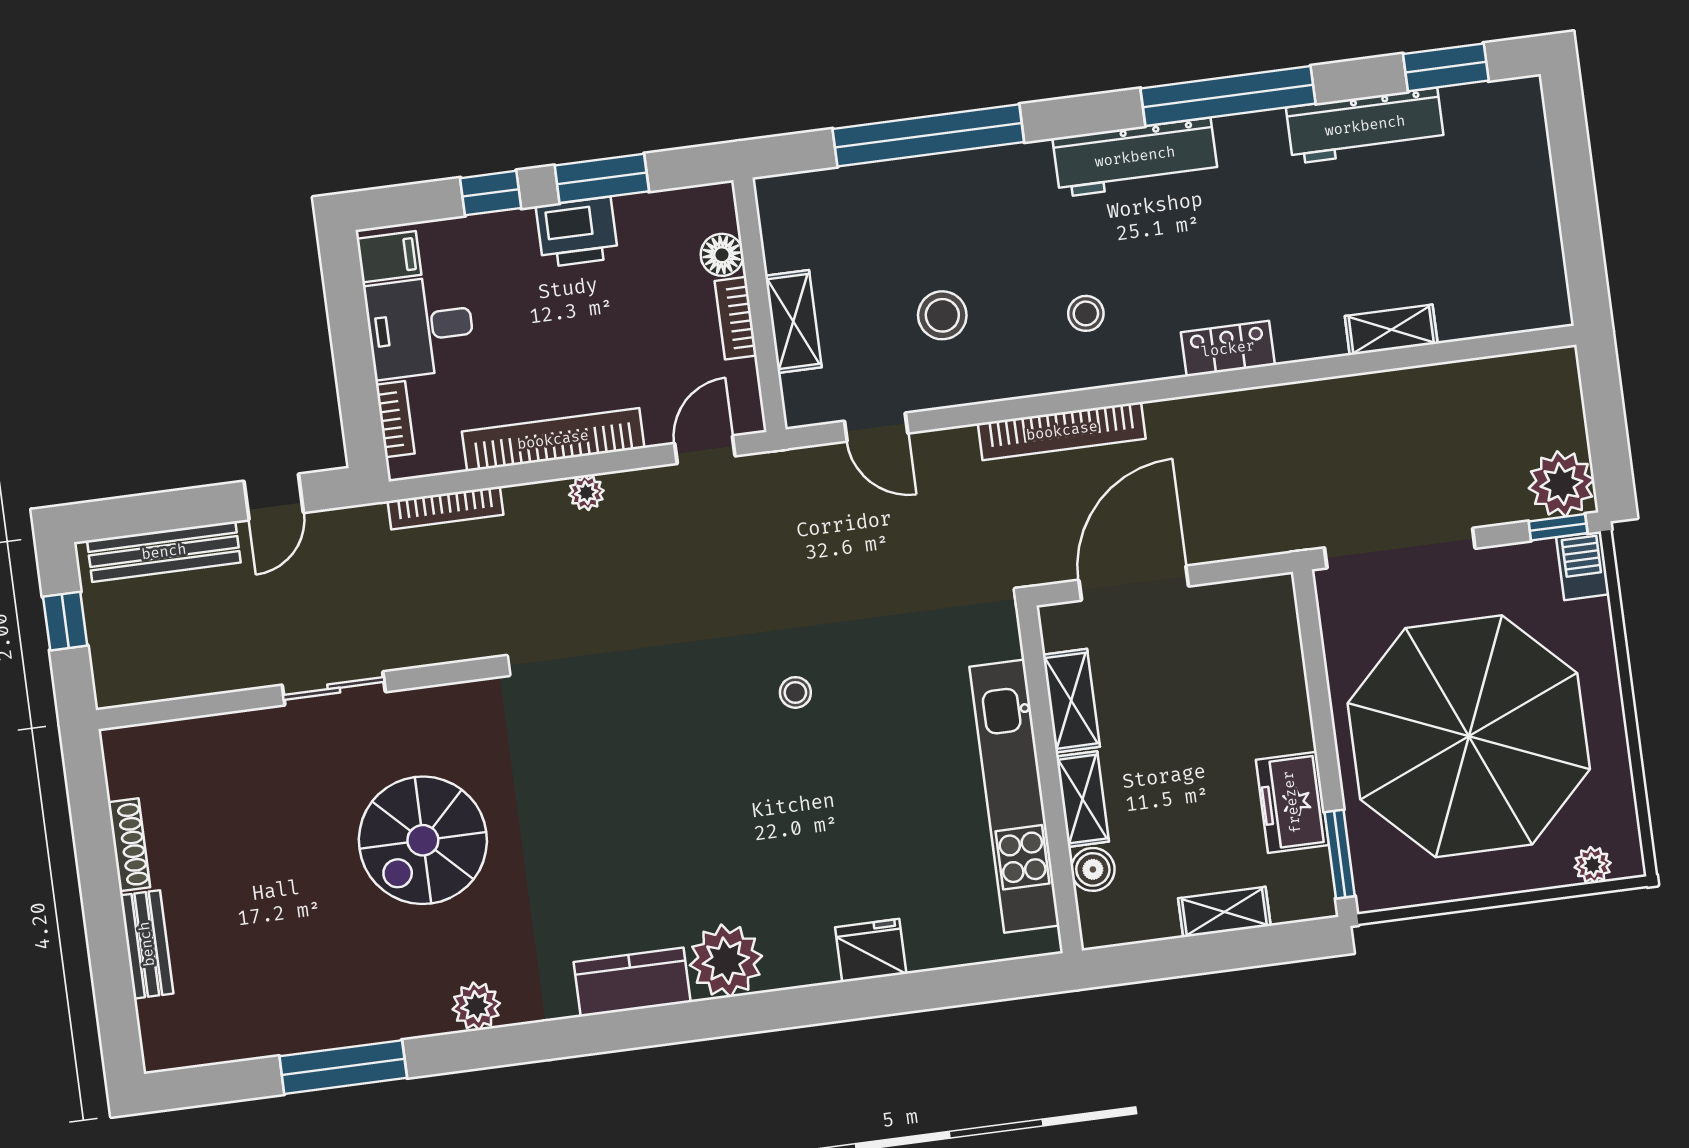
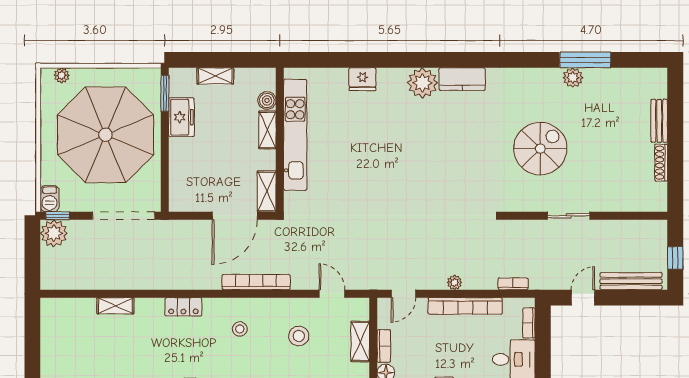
bookcase: (446, 508) -> (513, 284), width x0.64
stool: (795, 692) -> (379, 189), removed
shelving: (1071, 701) -> (267, 191), moved
plant: (476, 1006) -> (573, 78), moved

